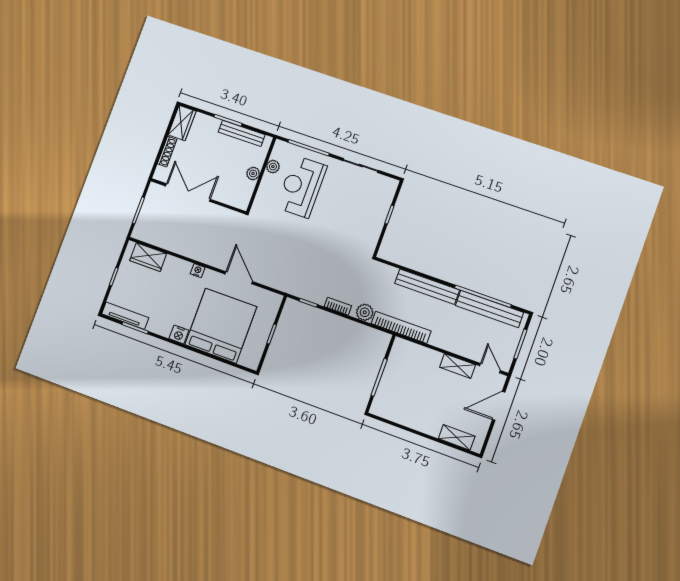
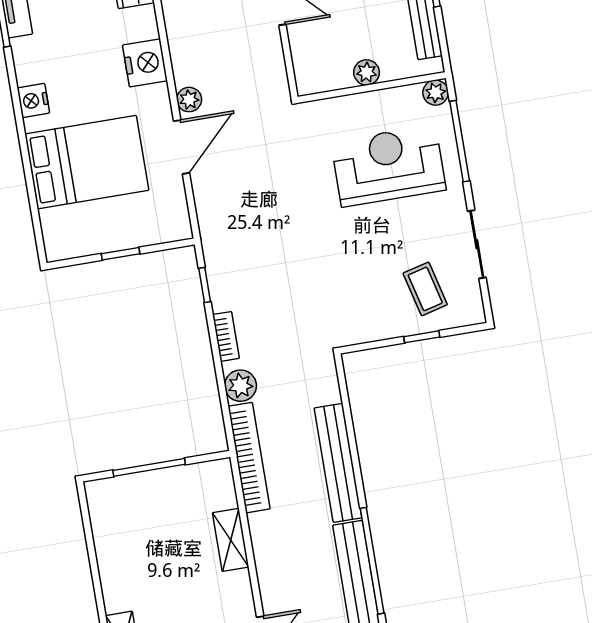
plant: (273, 167) -> (436, 93), moved
coffee table: (368, 201) -> (425, 289), added
plant: (219, 262) -> (189, 100), added
nightstand: (198, 271) -> (145, 63), width x1.89, depth x1.79
bed: (221, 326) -> (87, 162), width x0.73
shelving: (457, 366) -> (231, 540), moved

